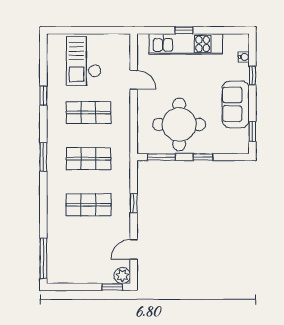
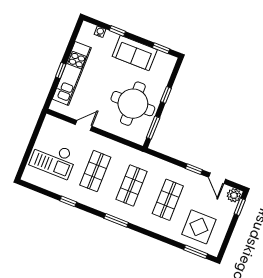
window: (134, 203) -> (194, 169), moved
display table: (72, 251) -> (199, 227), added
window: (43, 258) -> (196, 252), width x0.69

